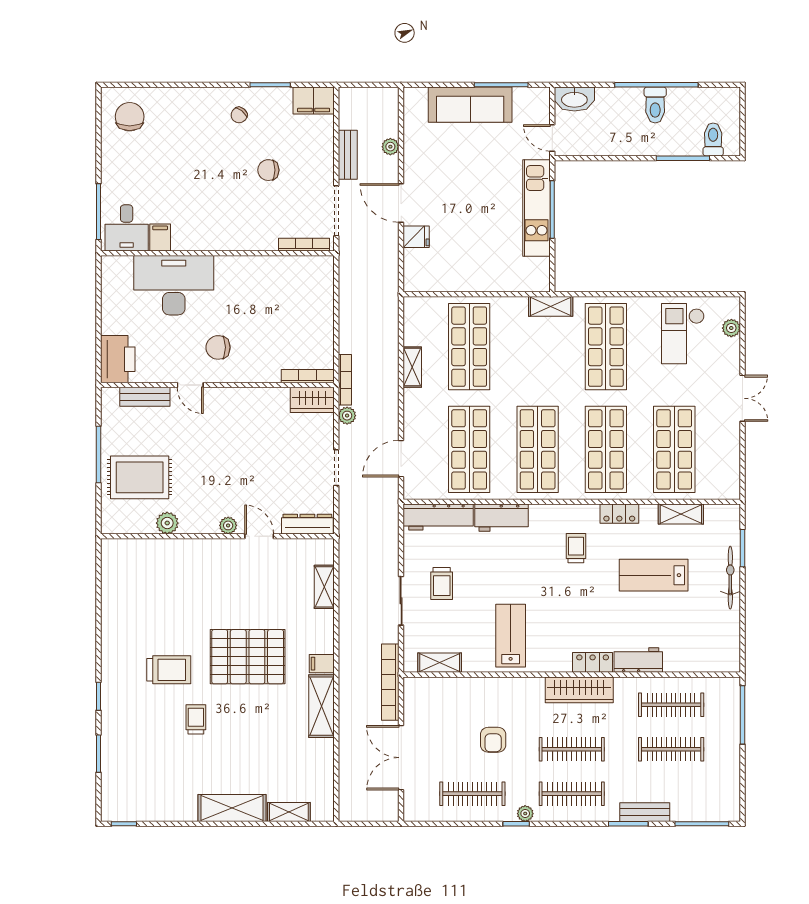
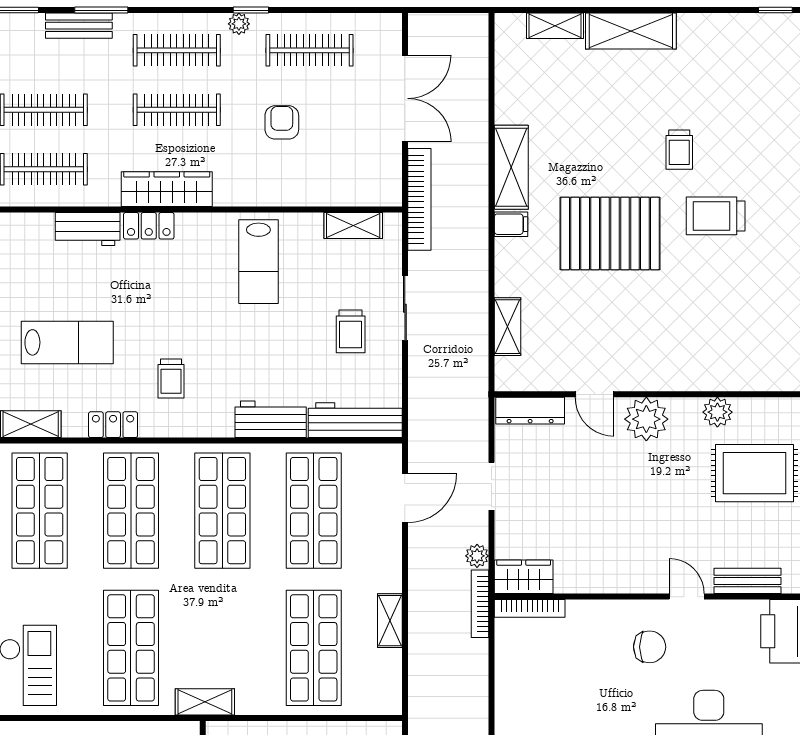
plant: (228, 525) -> (646, 419), width x1.87, depth x1.87
trolley: (442, 583) -> (351, 331), turned 180

